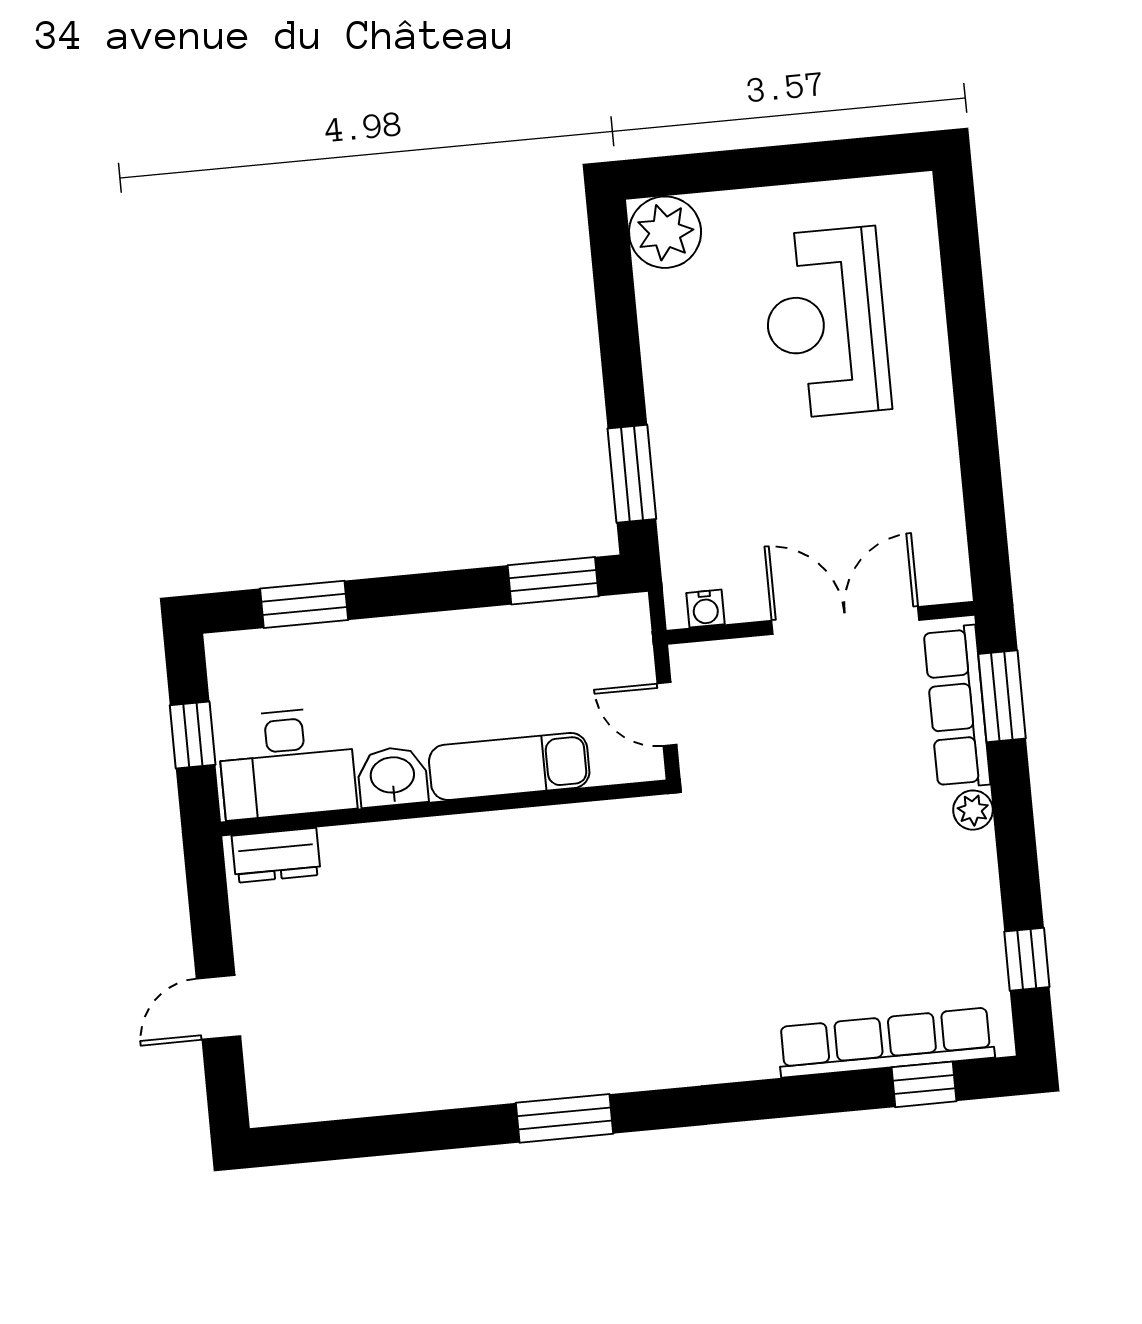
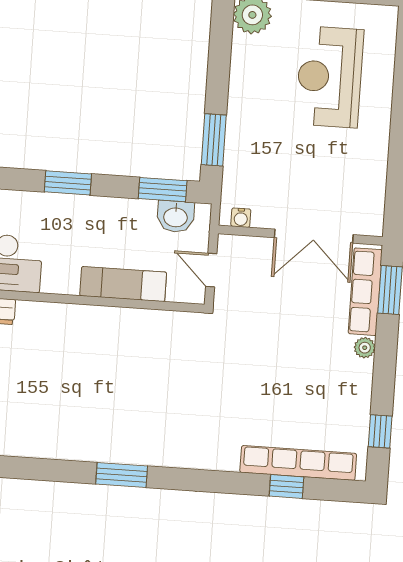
window: (304, 604) -> (68, 183), moved
double door: (845, 620) -> (314, 236), swing flipped
washbasin: (393, 777) -> (176, 217), moved, turned 180
window: (924, 1084) -> (286, 487), moved

